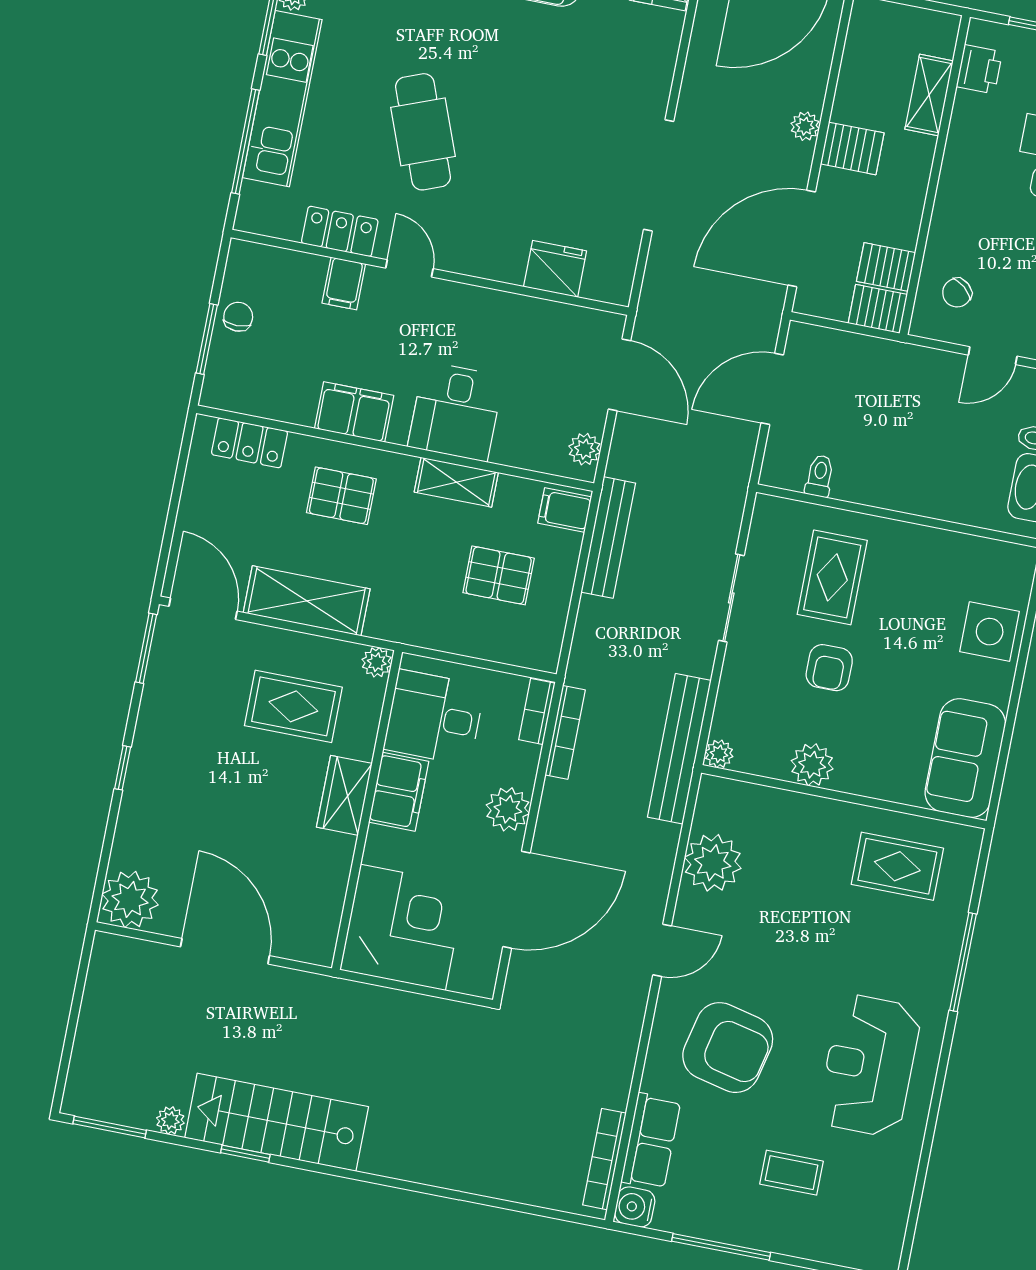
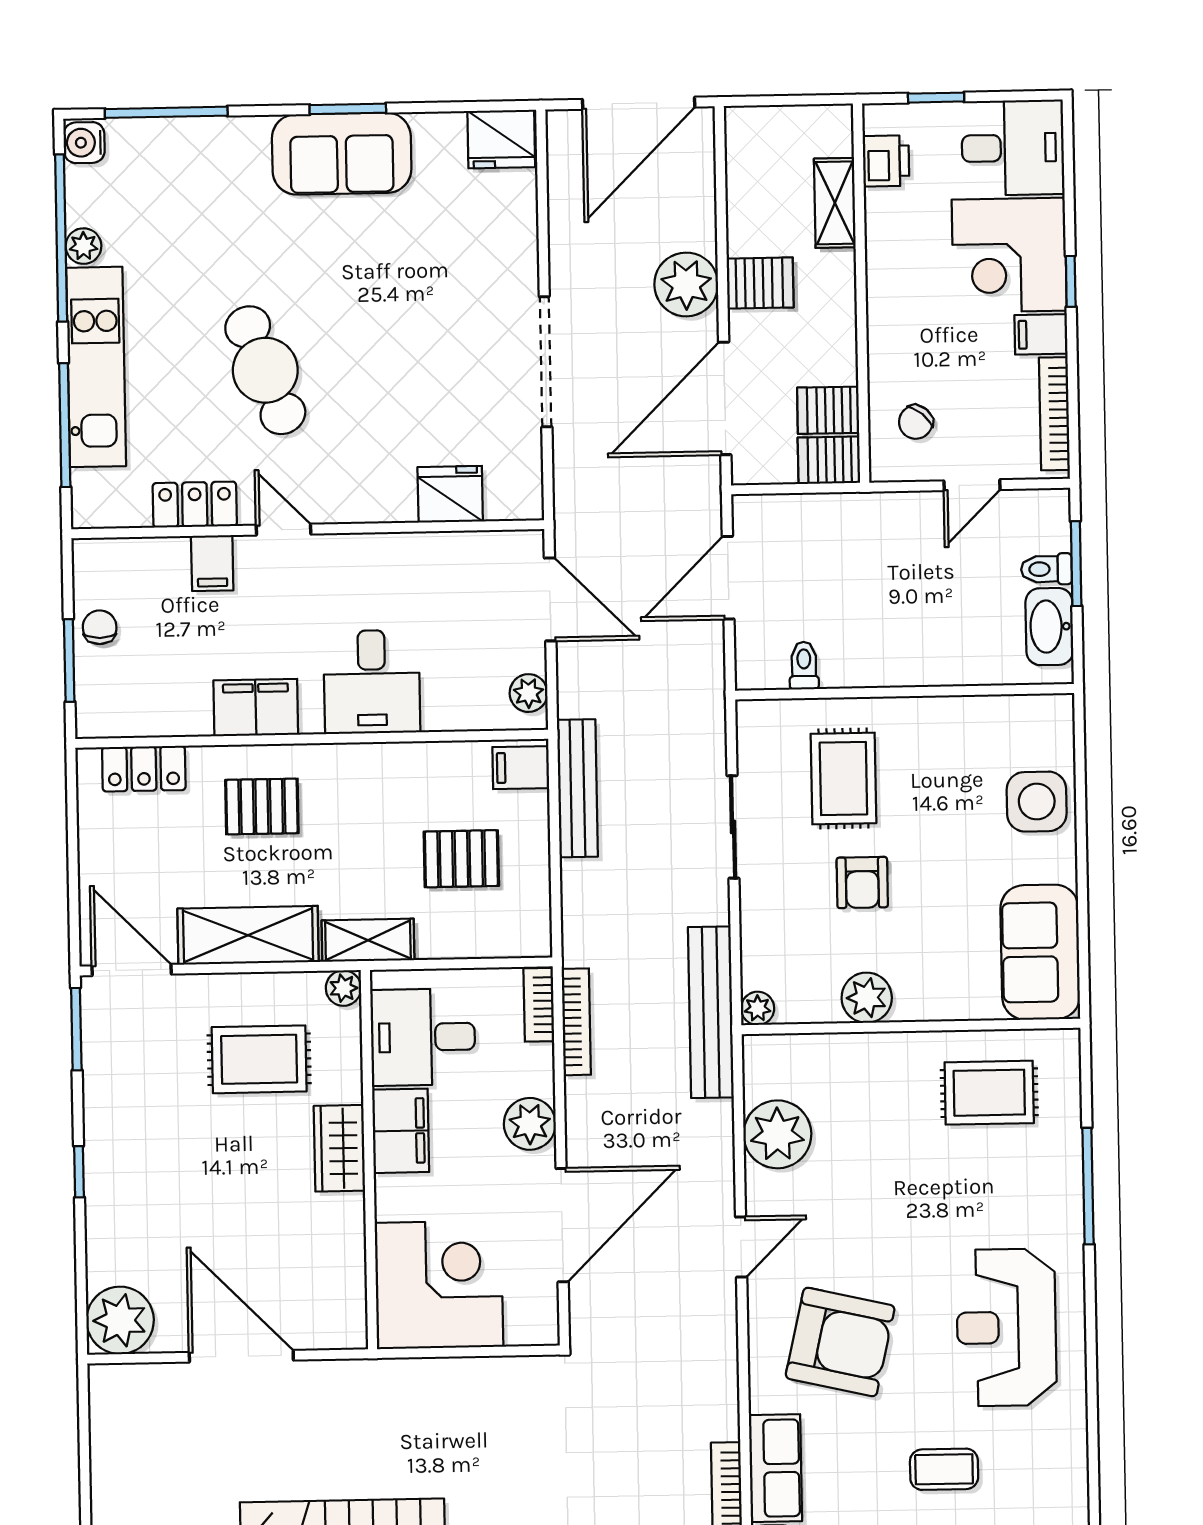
plant: (805, 126) -> (686, 284), width x1.87, depth x1.87
shelving: (456, 482) -> (368, 940), moved

